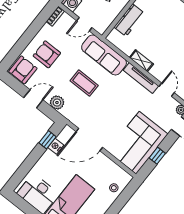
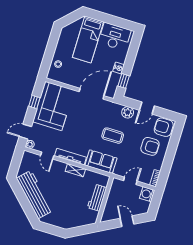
sofa: (104, 55) -> (101, 162), width x0.73
armchair: (23, 70) -> (164, 127), turned 90
nightstand: (56, 146) -> (119, 68), moved

